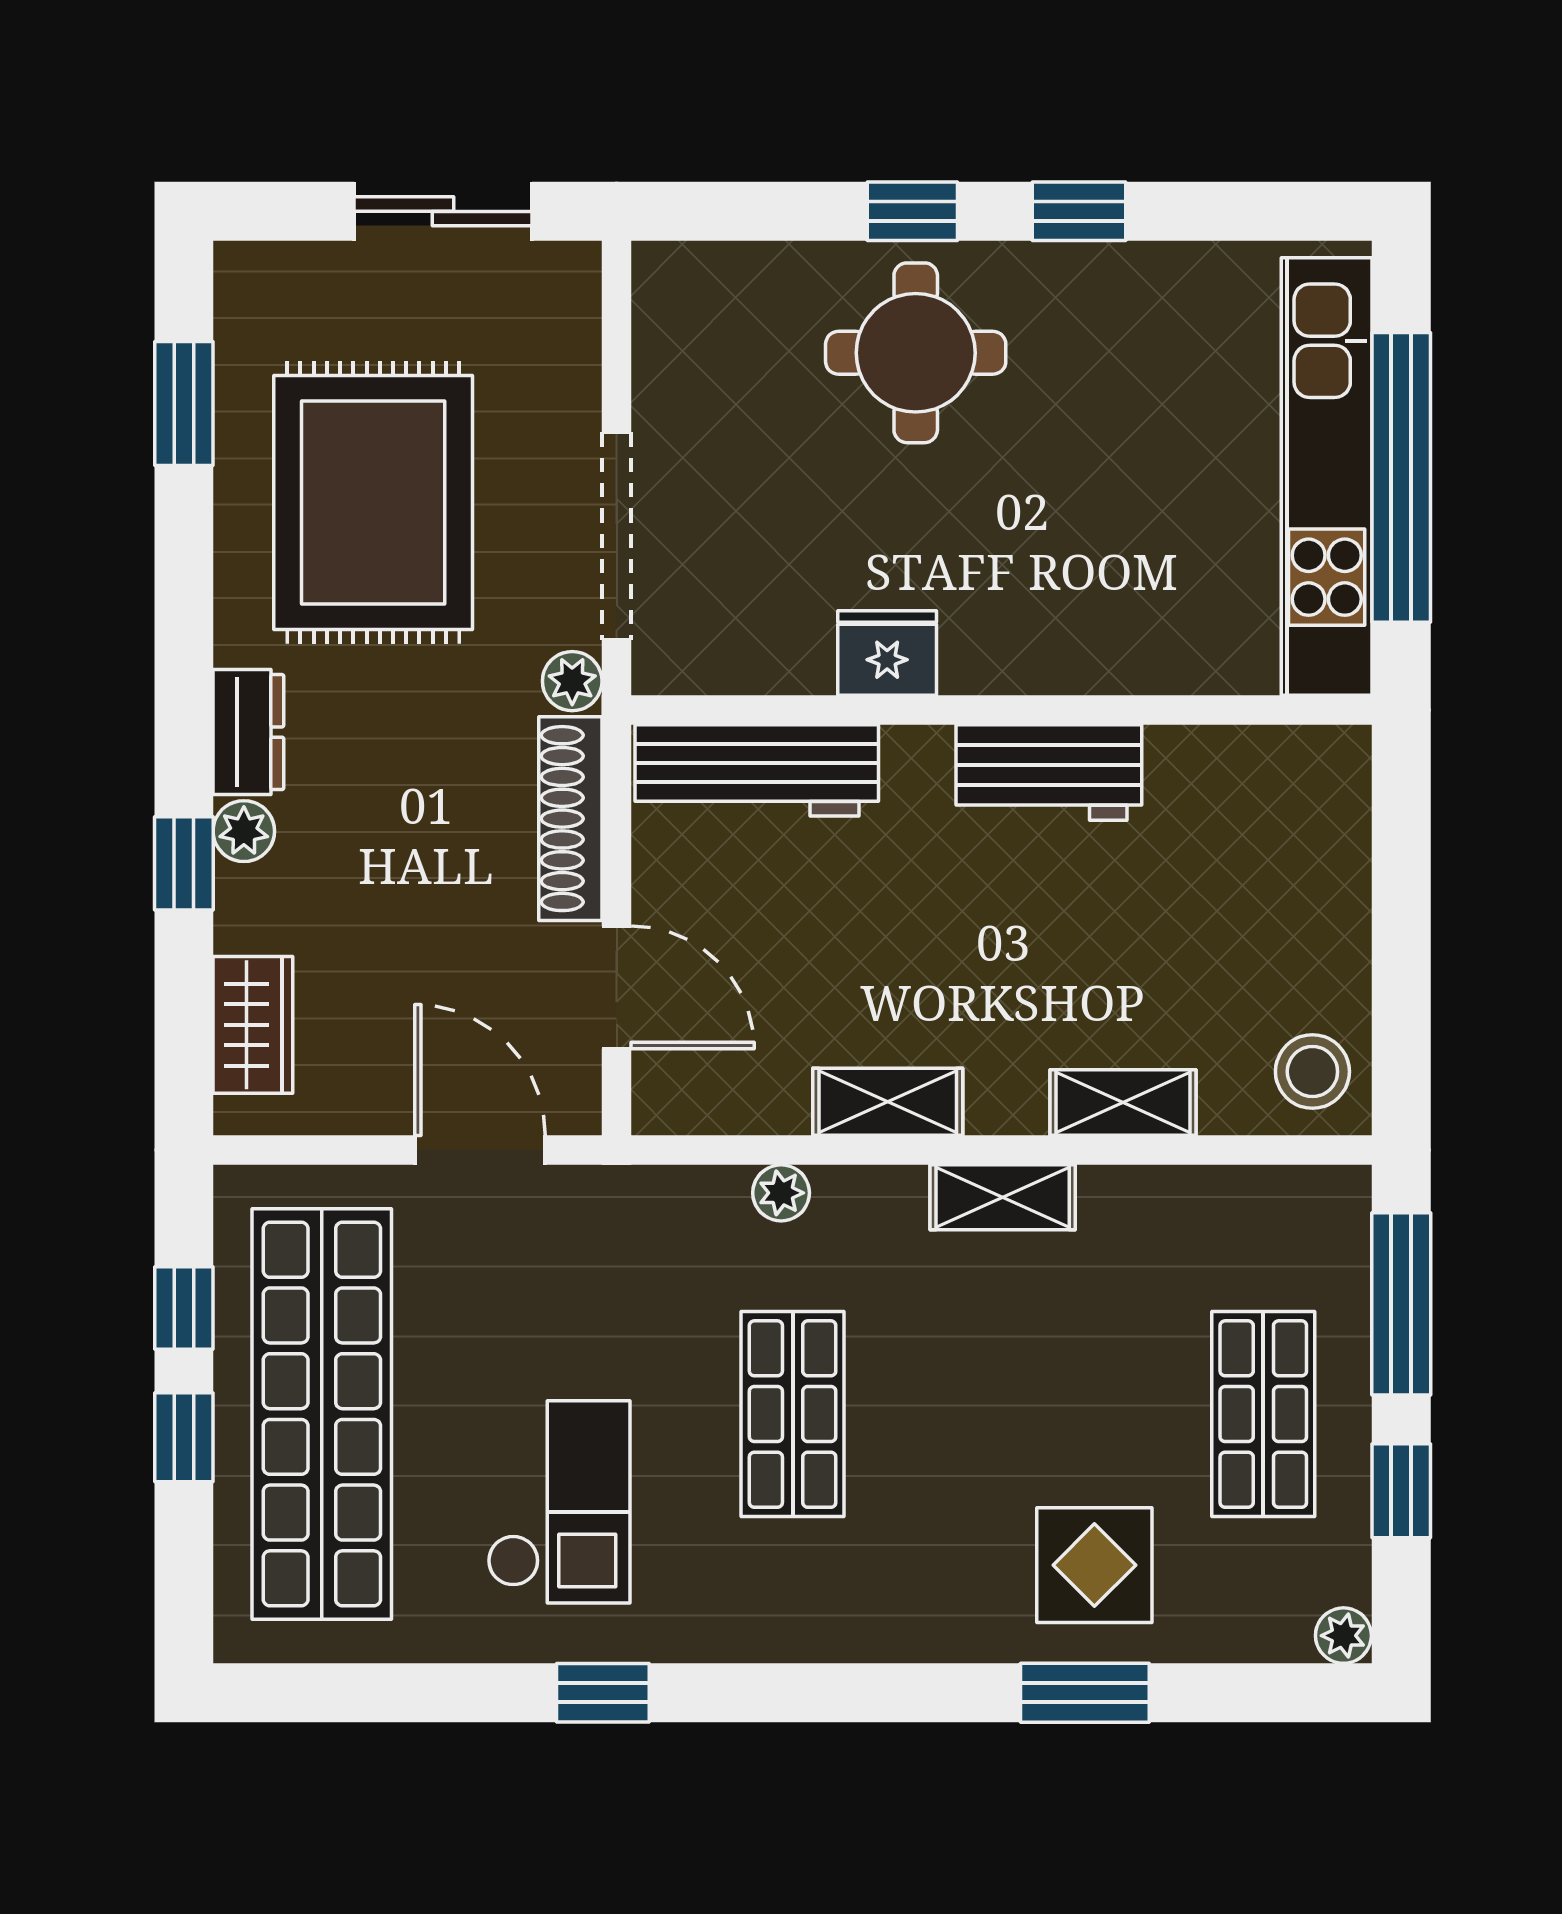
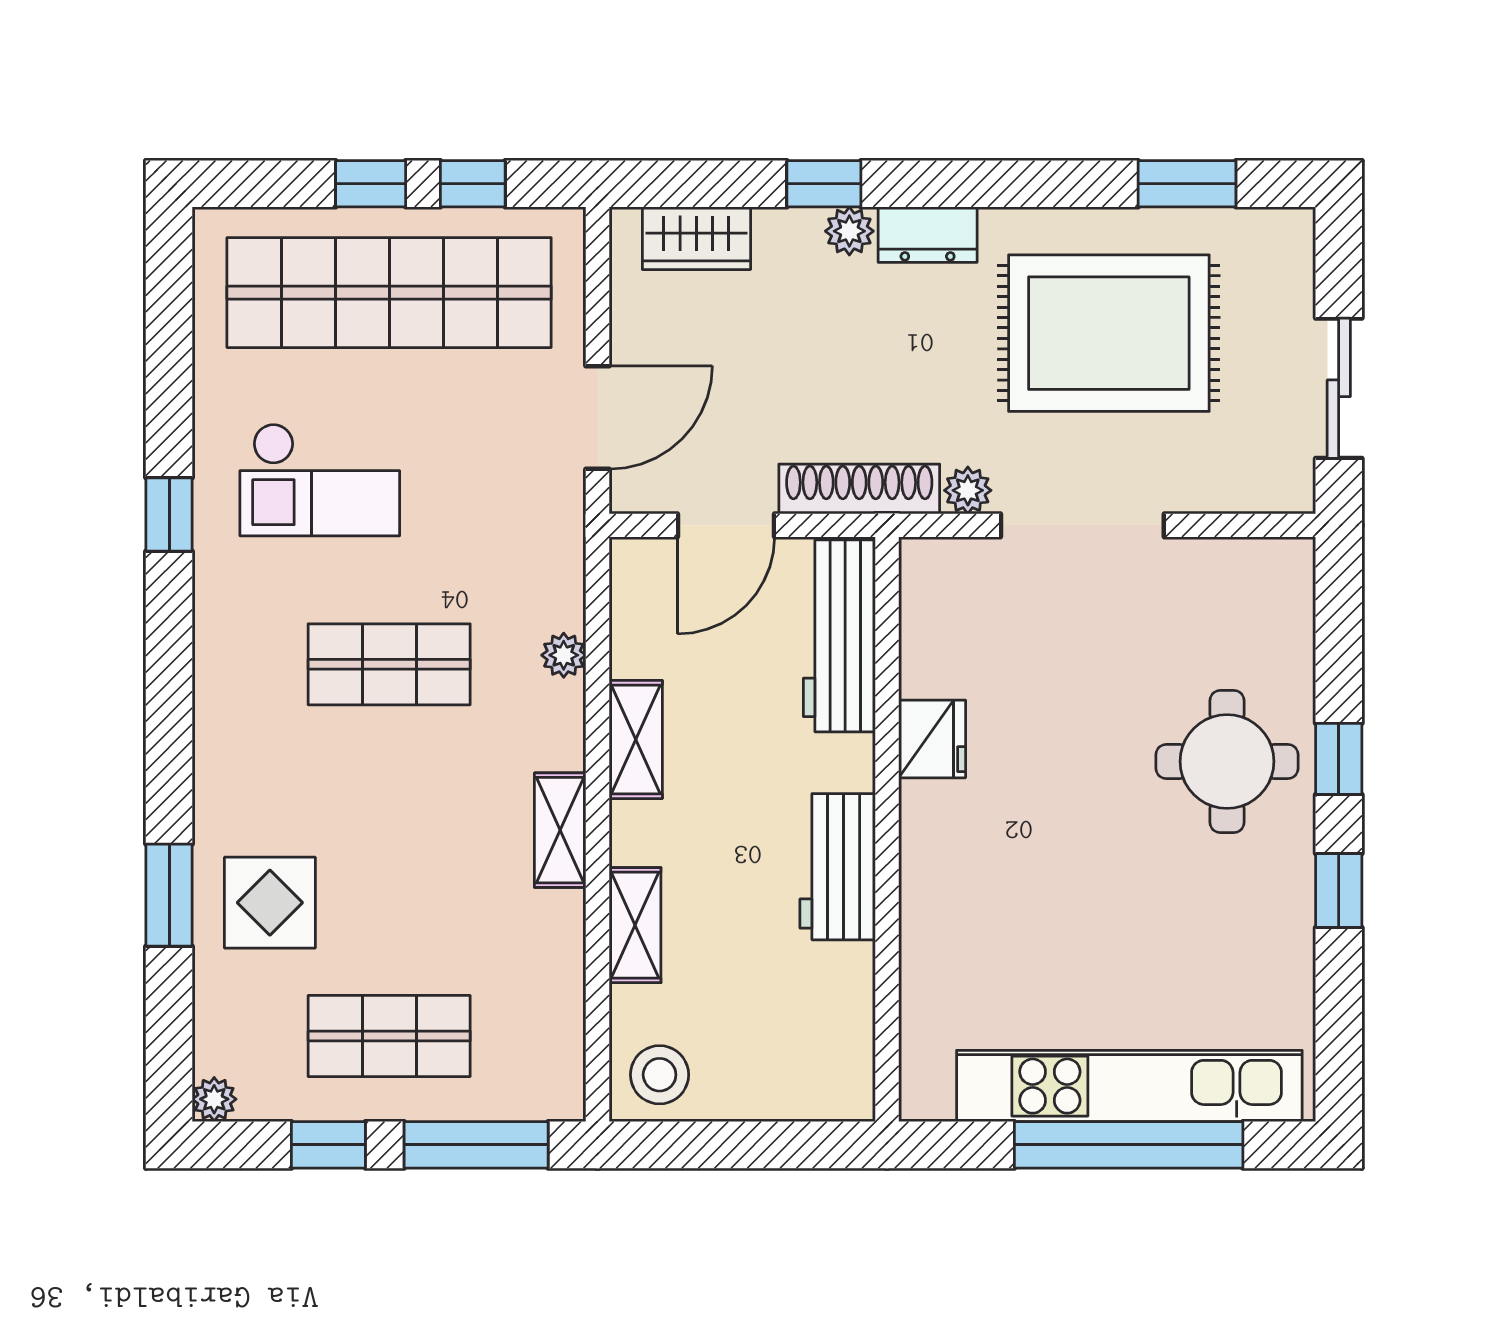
fridge: (887, 653) -> (932, 739), moved
wall: (1002, 710) -> (887, 829), moved
workbench: (757, 770) -> (839, 636), moved
workbench: (1049, 773) -> (838, 867), moved

